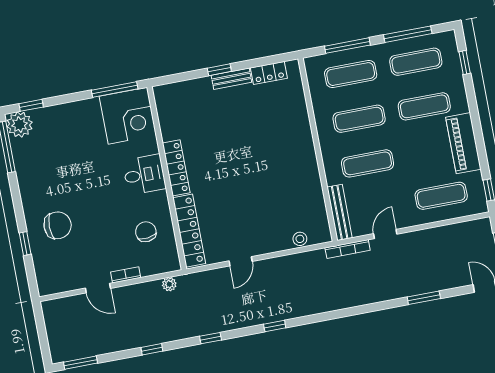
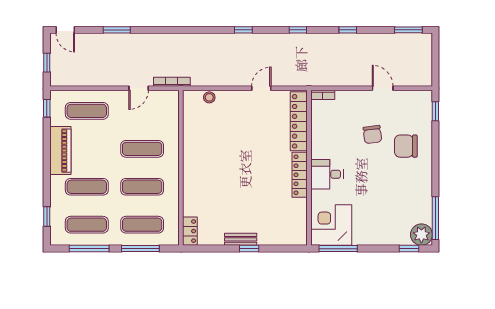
locker: (269, 73) -> (190, 231), moved, turned 90
bench: (340, 212) -> (173, 113), removed
chair: (146, 232) -> (372, 134), moved
window: (25, 244) -> (435, 111), moved
bookcase: (126, 275) -> (323, 95), moved
plant: (169, 284) -> (323, 80), removed

